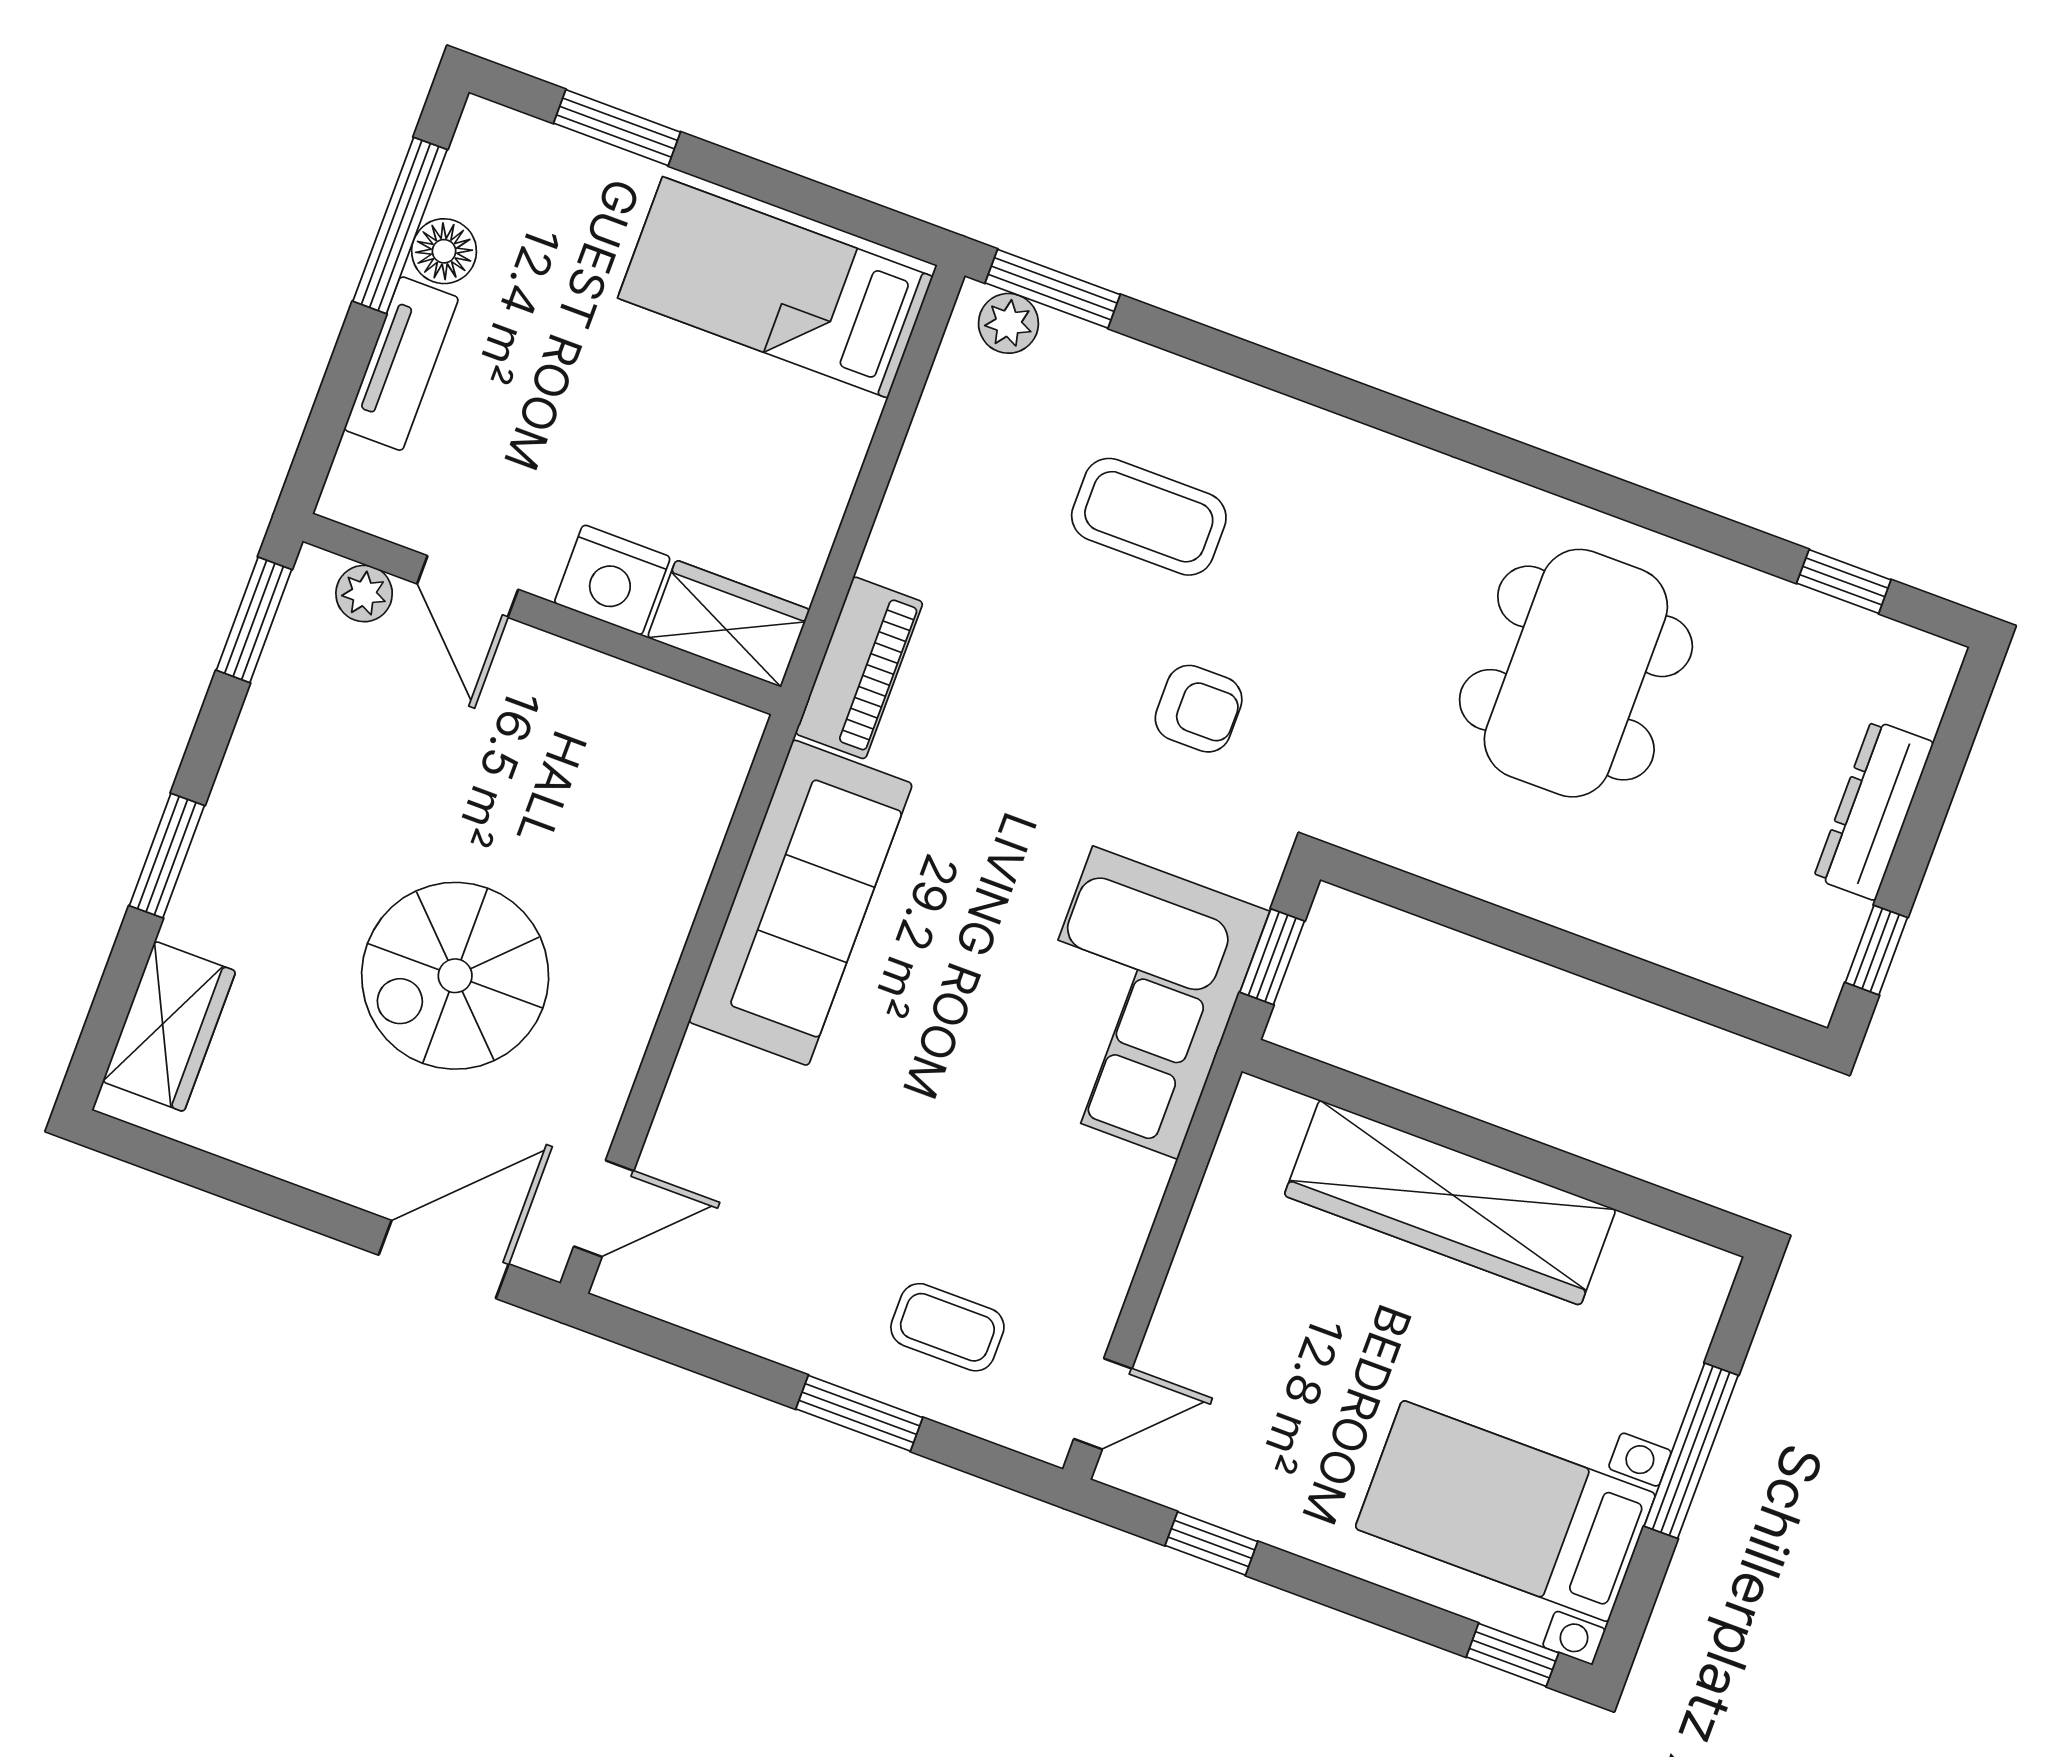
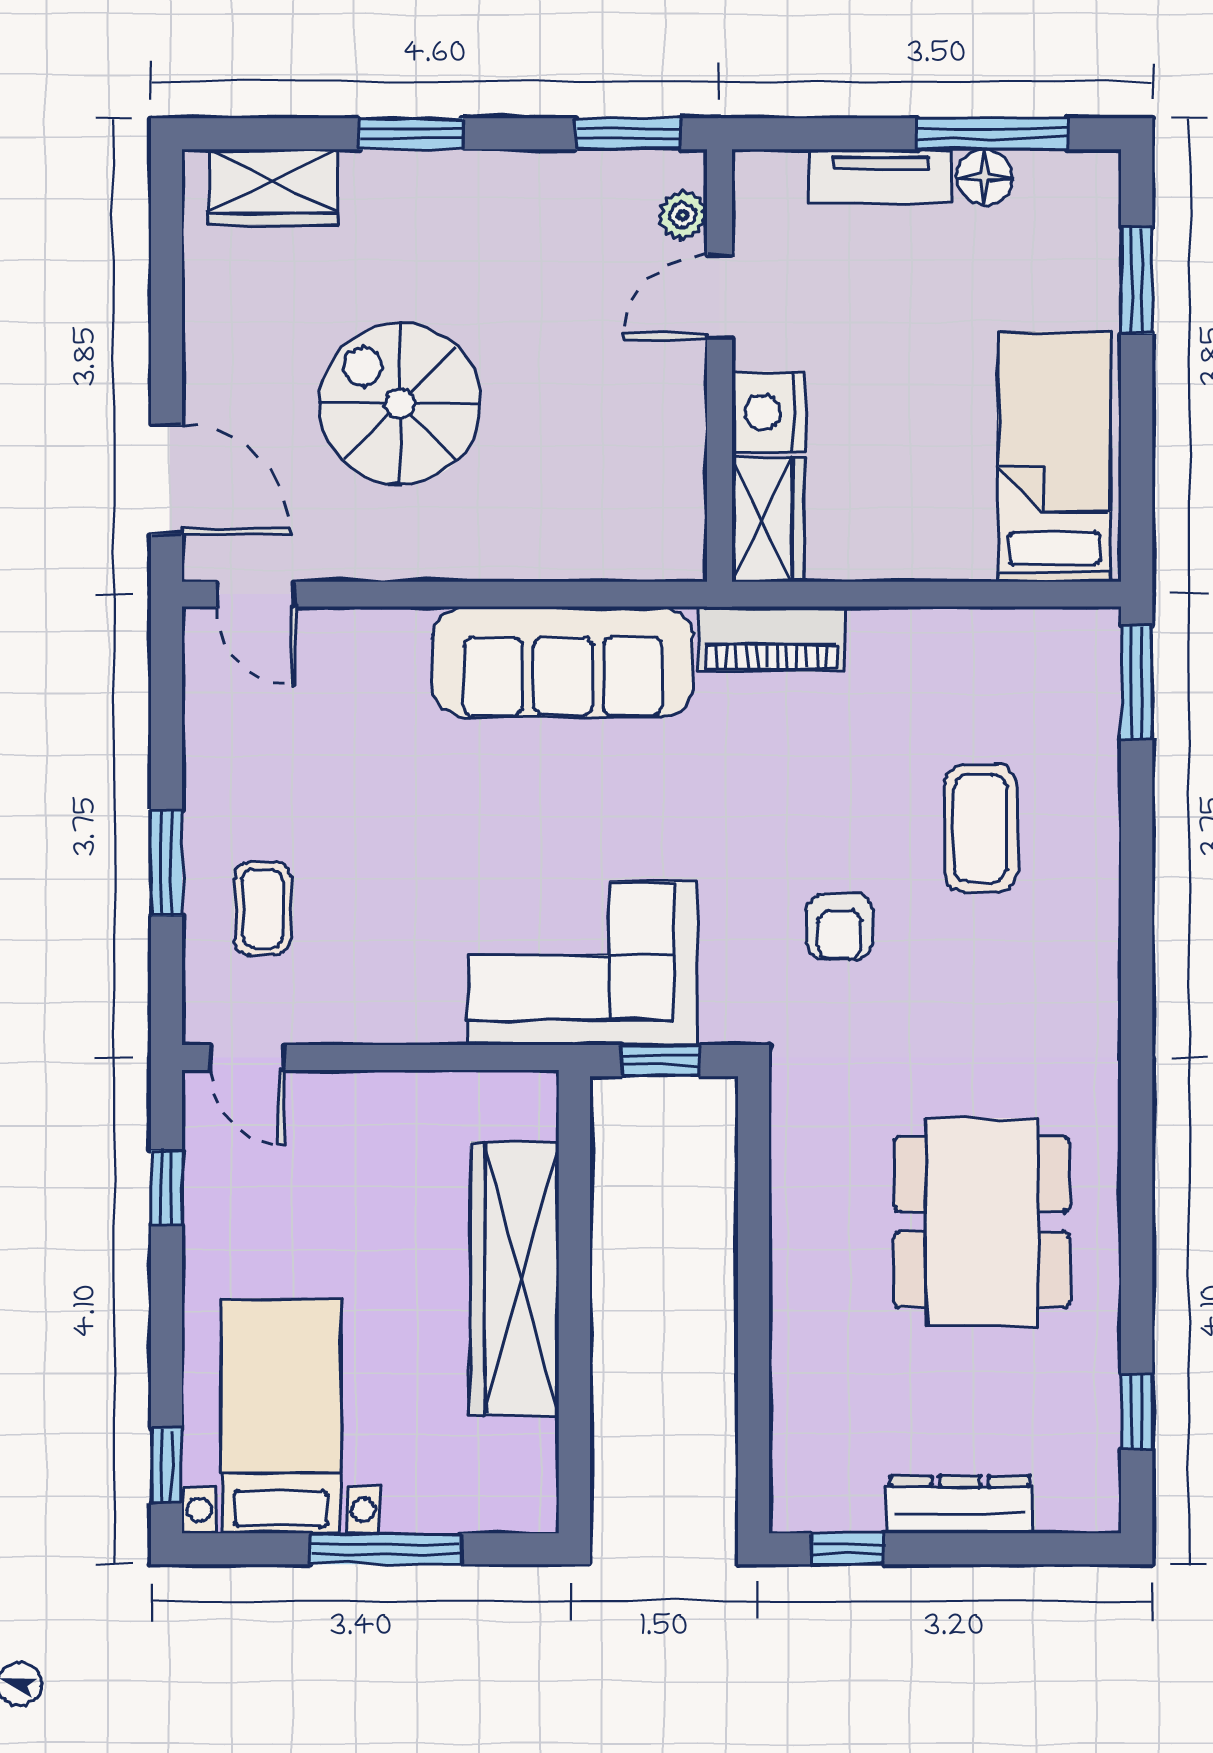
plant: (1008, 323) -> (1095, 657), removed
dining table: (1576, 673) -> (982, 1222), turned 90

